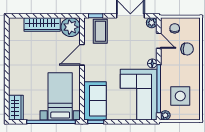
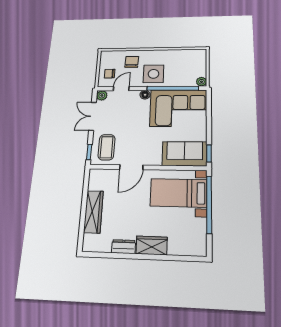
plant: (71, 27) -> (99, 179), removed
coffee table: (100, 31) -> (107, 147), turned 90
dresser: (14, 52) -> (124, 247), added
door: (82, 55) -> (131, 167), hinge flipped
side table: (180, 96) -> (153, 74), moved
wardrobe: (16, 108) -> (152, 245), moved

